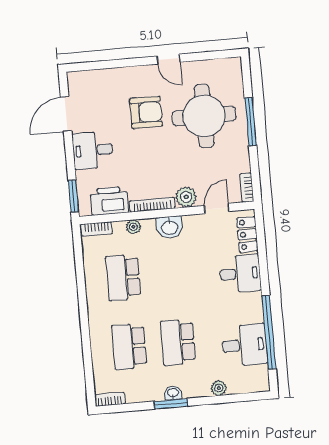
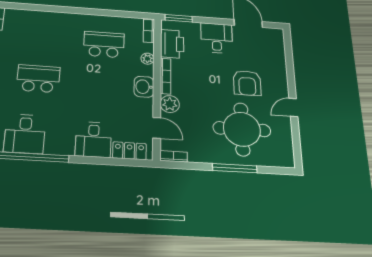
school desk: (129, 346) -> (42, 40), removed

